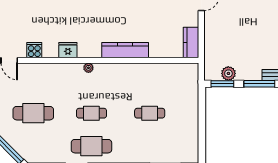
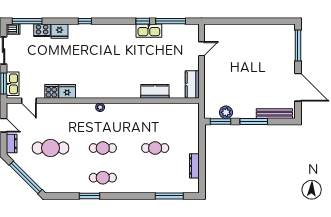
fridge: (68, 50) -> (67, 91), moved
kitchen counter: (125, 50) -> (155, 91), moved, width x0.67
dresser: (193, 133) -> (194, 166), added
cafe table: (91, 146) -> (103, 178), width x0.73, depth x0.74

